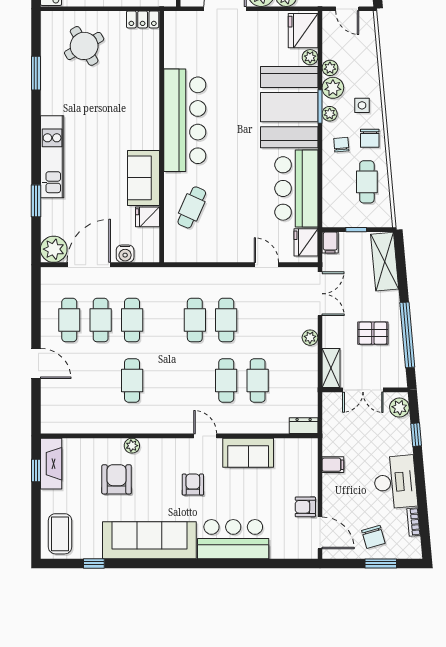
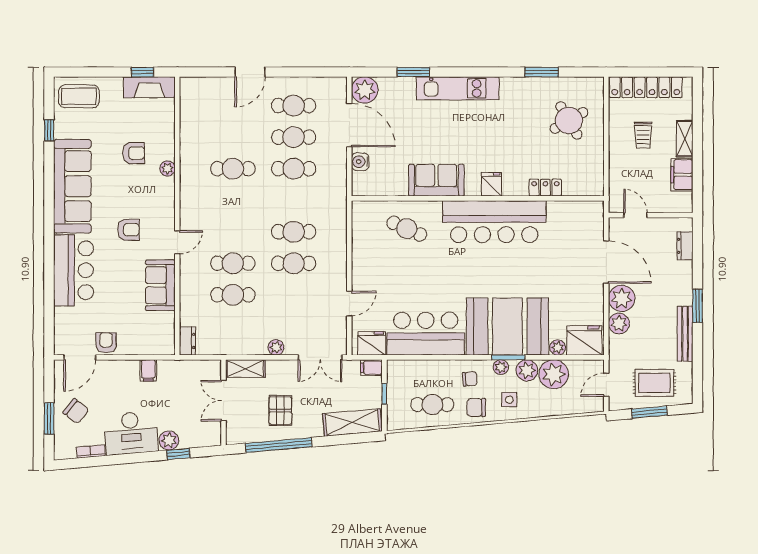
locker: (143, 19) -> (545, 188), moved, turned 90
plant: (330, 68) -> (554, 374), width x1.88, depth x1.88
fridge: (148, 217) -> (491, 184), moved
plant: (399, 408) -> (169, 440), moved
armchair: (117, 479) -> (134, 153), width x0.72, depth x0.72
chair: (373, 537) -> (76, 411), turned -126

